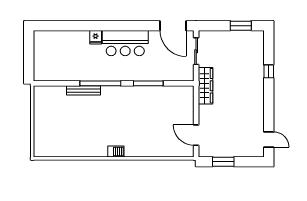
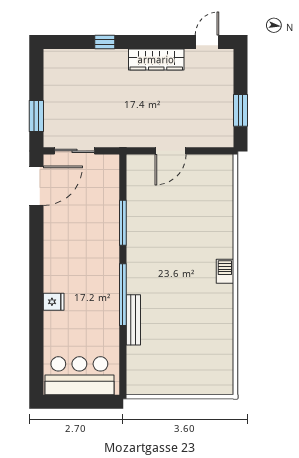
window: (241, 26) -> (36, 116), moved
bar counter: (125, 43) -> (79, 376), moved, turned -90
wardrobe: (206, 86) -> (156, 60), moved, turned 180
door: (196, 135) -> (171, 151), moved

